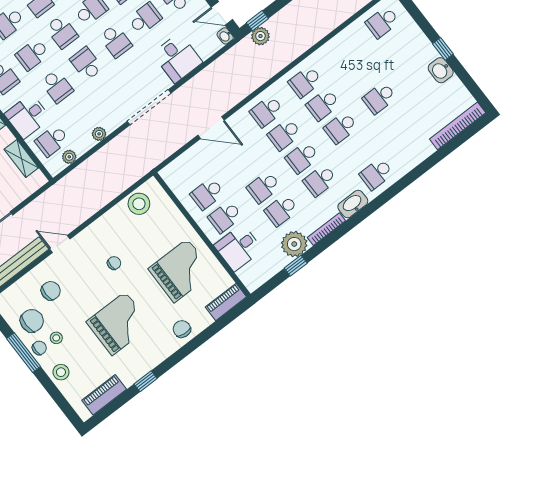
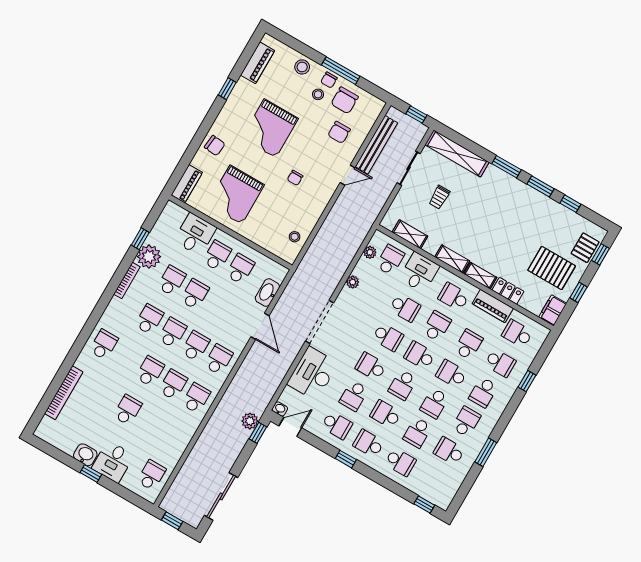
desk: (416, 52) -> (113, 462), added
desk: (177, 58) -> (313, 374), width x1.37
school desk: (57, 86) -> (405, 308), turned 180
bookcase: (458, 126) -> (64, 393), moved
door: (211, 128) -> (260, 326), swing flipped
stool: (139, 204) -> (295, 237), width x0.53, depth x0.53
washbasin: (353, 204) -> (267, 293), moved, turned 180

